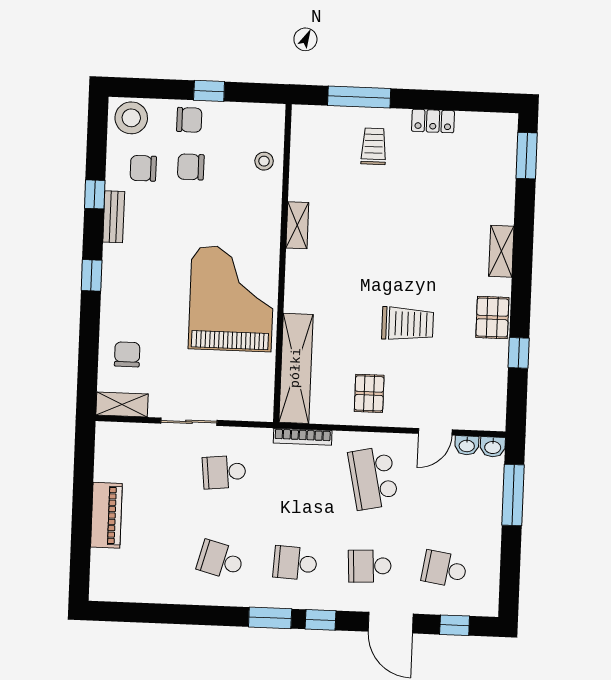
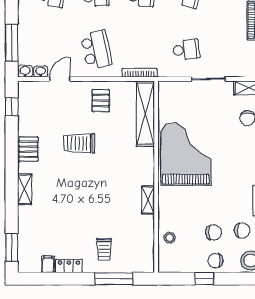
filing cabinet: (467, 125) -> (48, 264), added
grand piano: (232, 299) -> (186, 154), turned 180
window: (519, 353) -> (12, 107), moved

